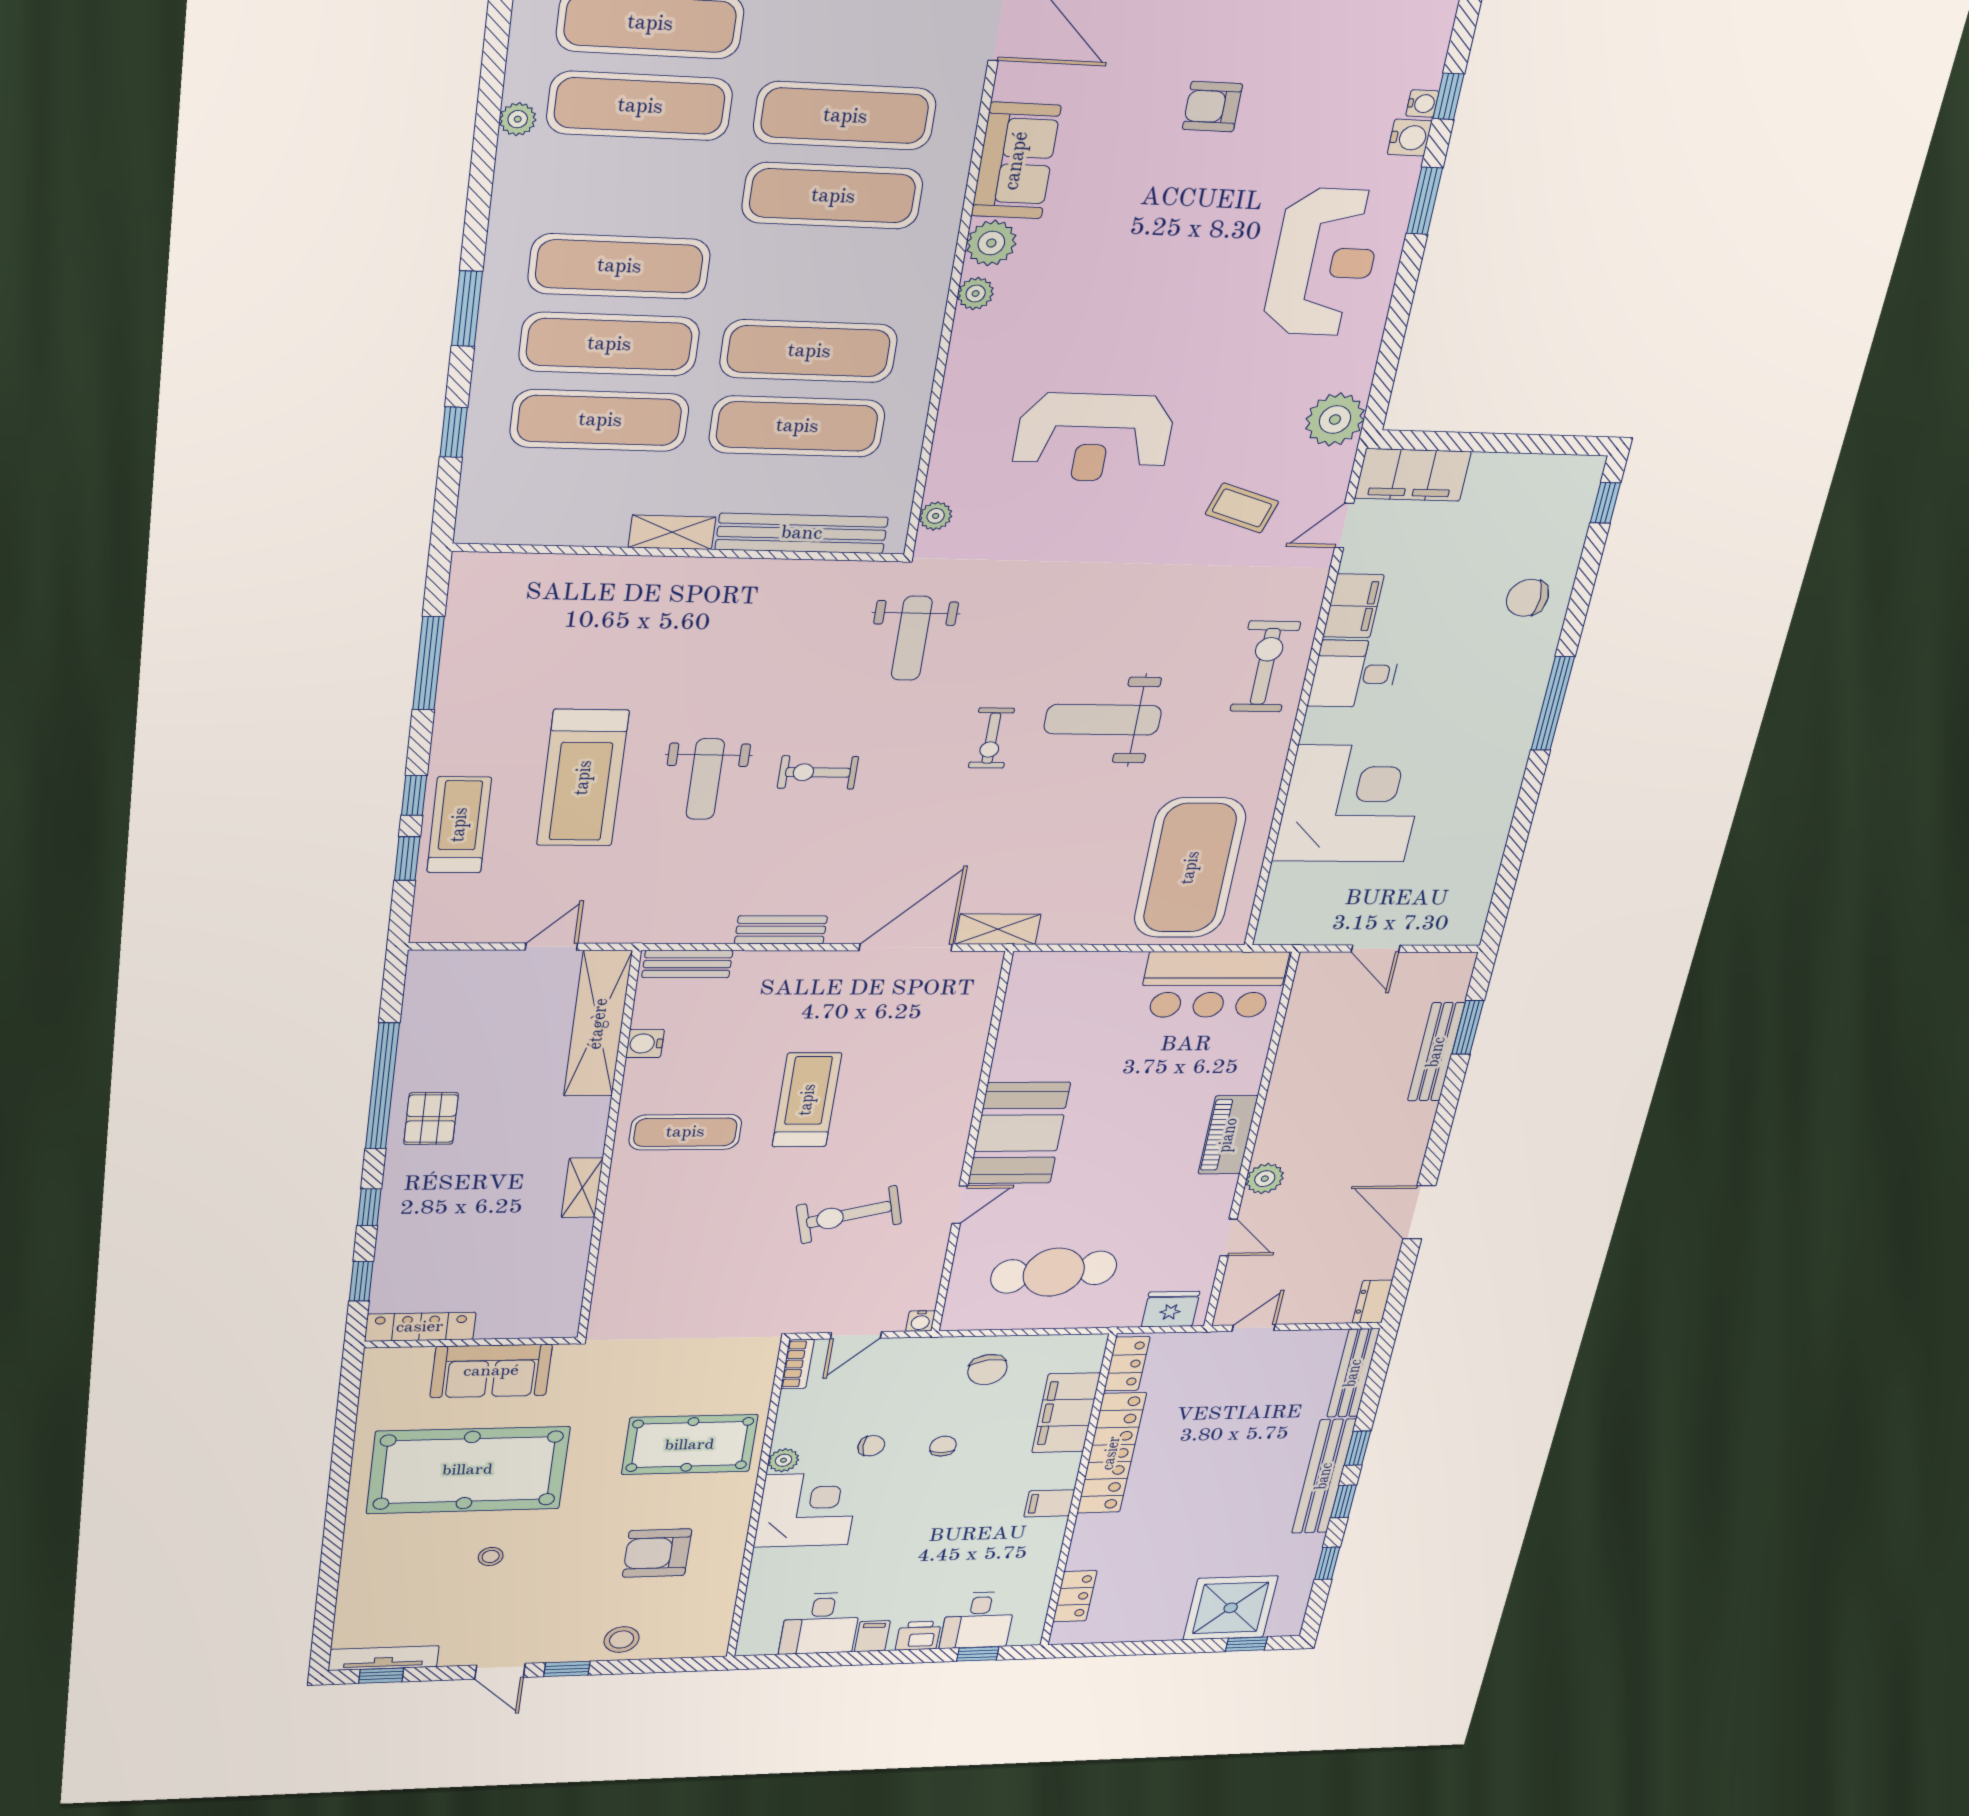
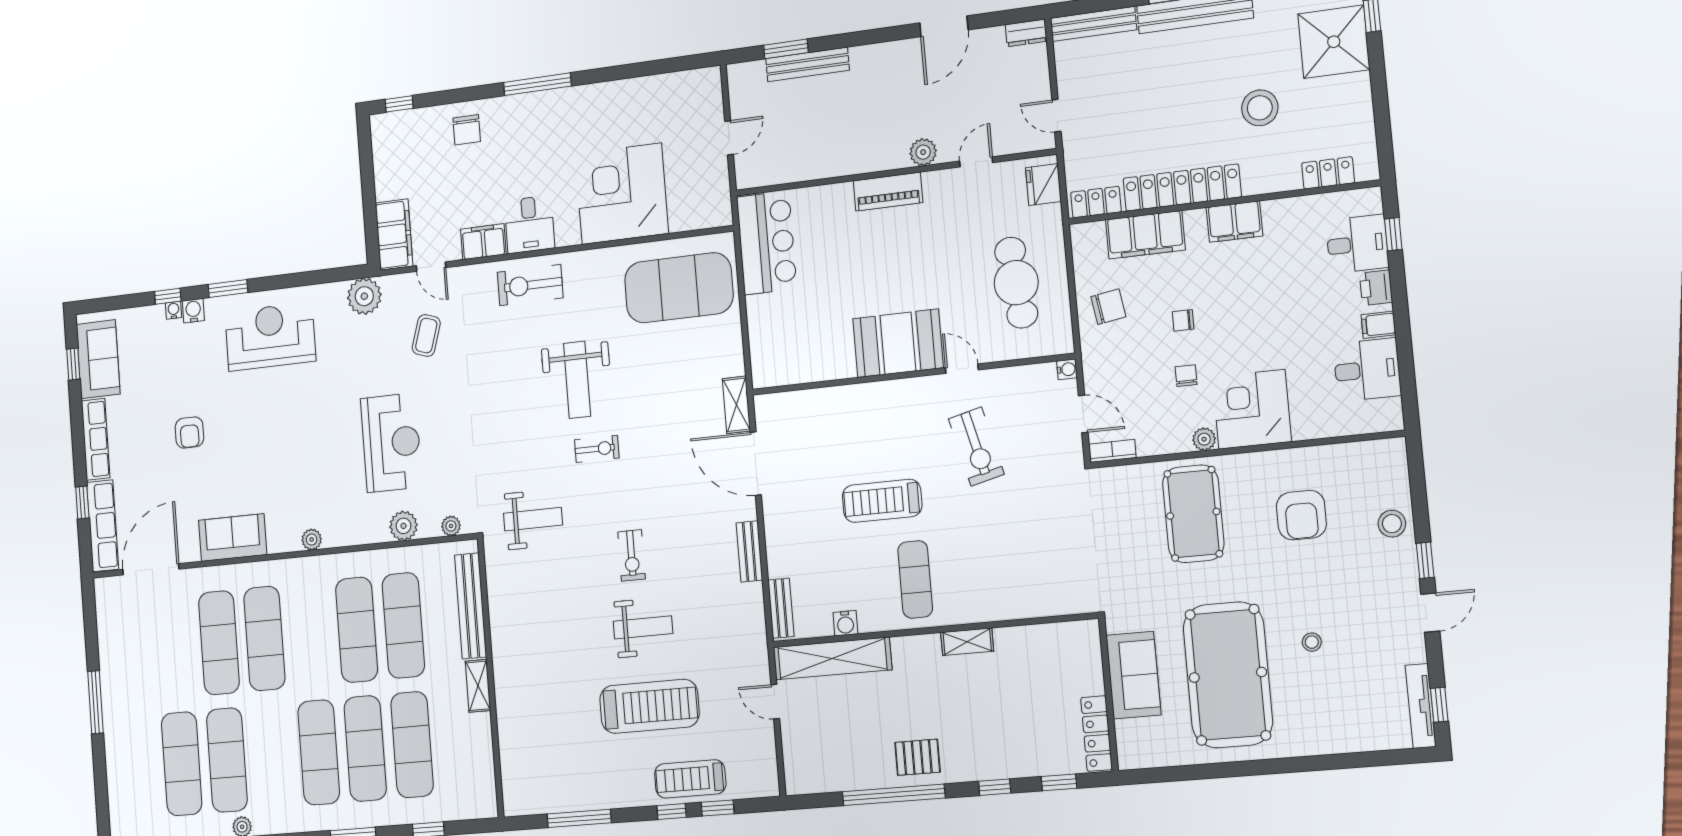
plant: (991, 243) -> (404, 526), moved
filing cabinet: (1049, 1503) -> (1234, 222), width x2.00
stool: (1180, 1534) -> (1260, 108), added

